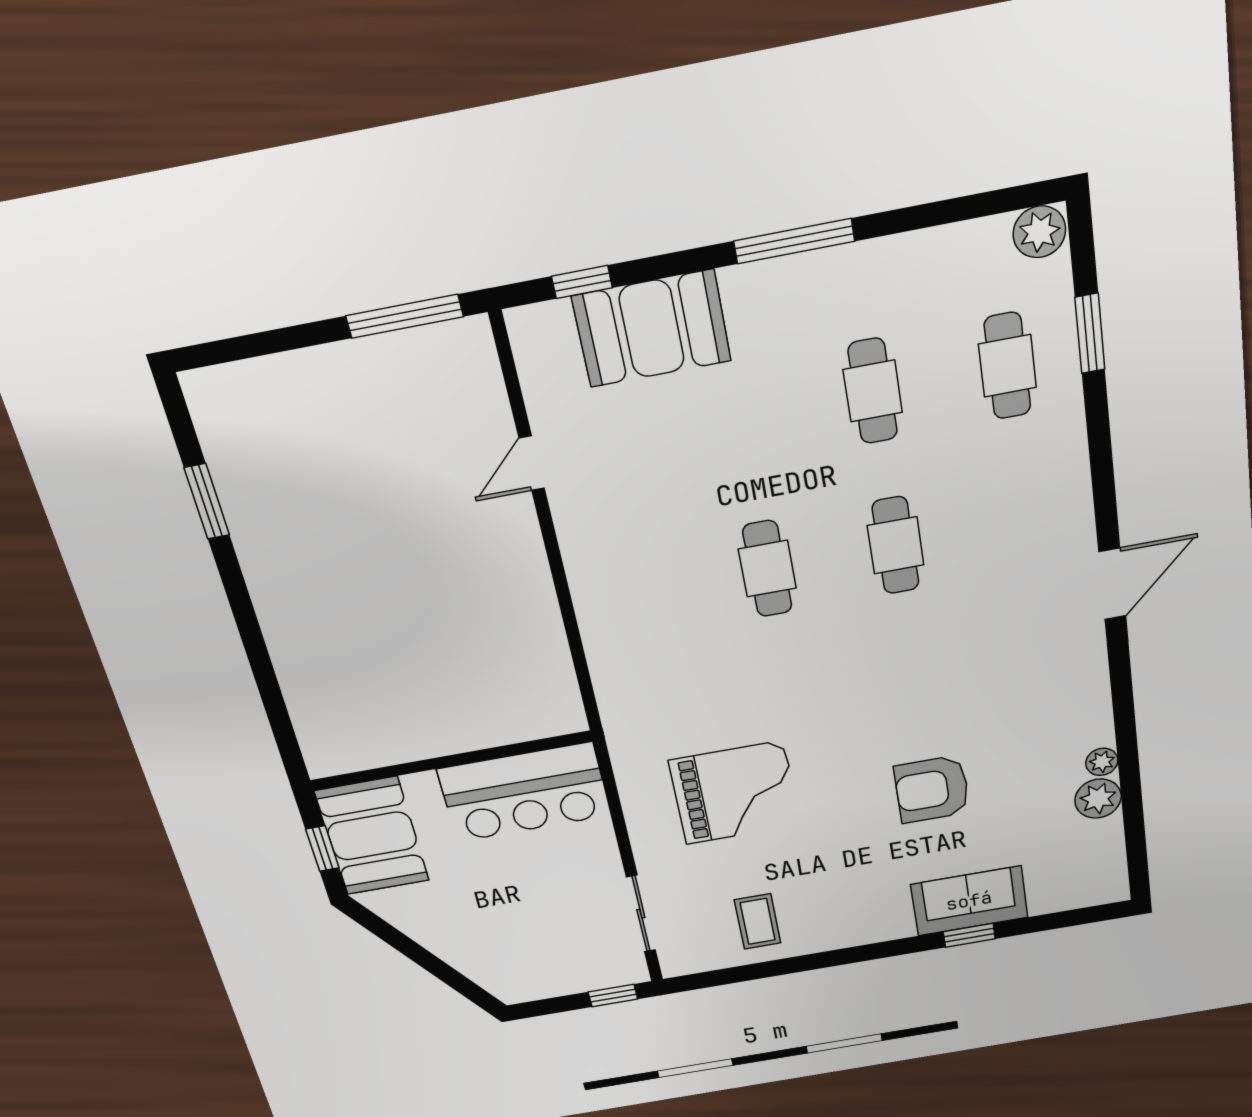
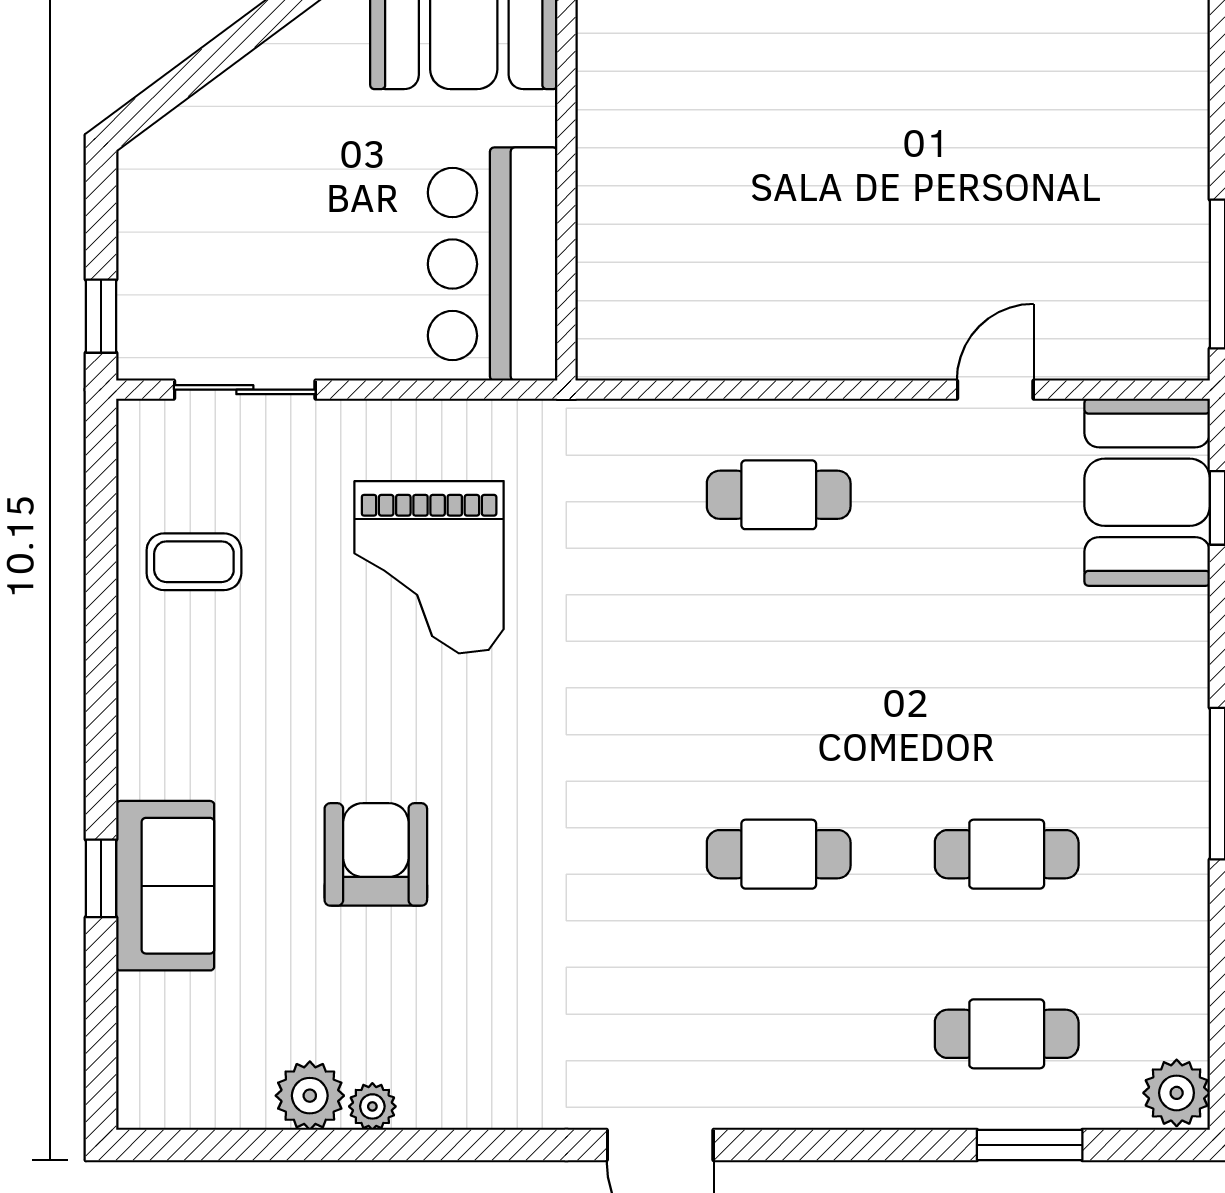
booth: (652, 329) -> (1147, 492), moved
door: (532, 463) -> (995, 390), hinge flipped
cafe table: (767, 569) -> (779, 495), moved

